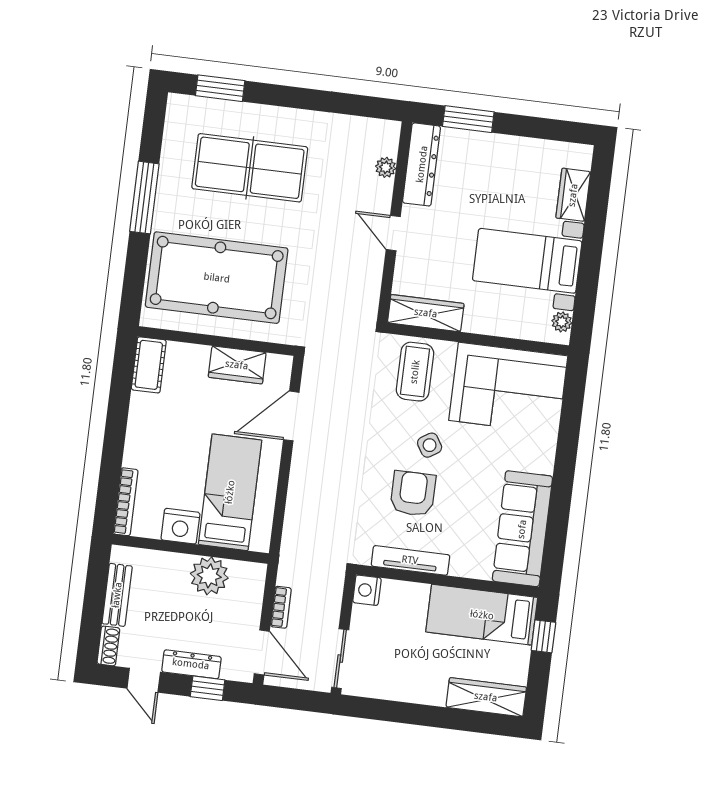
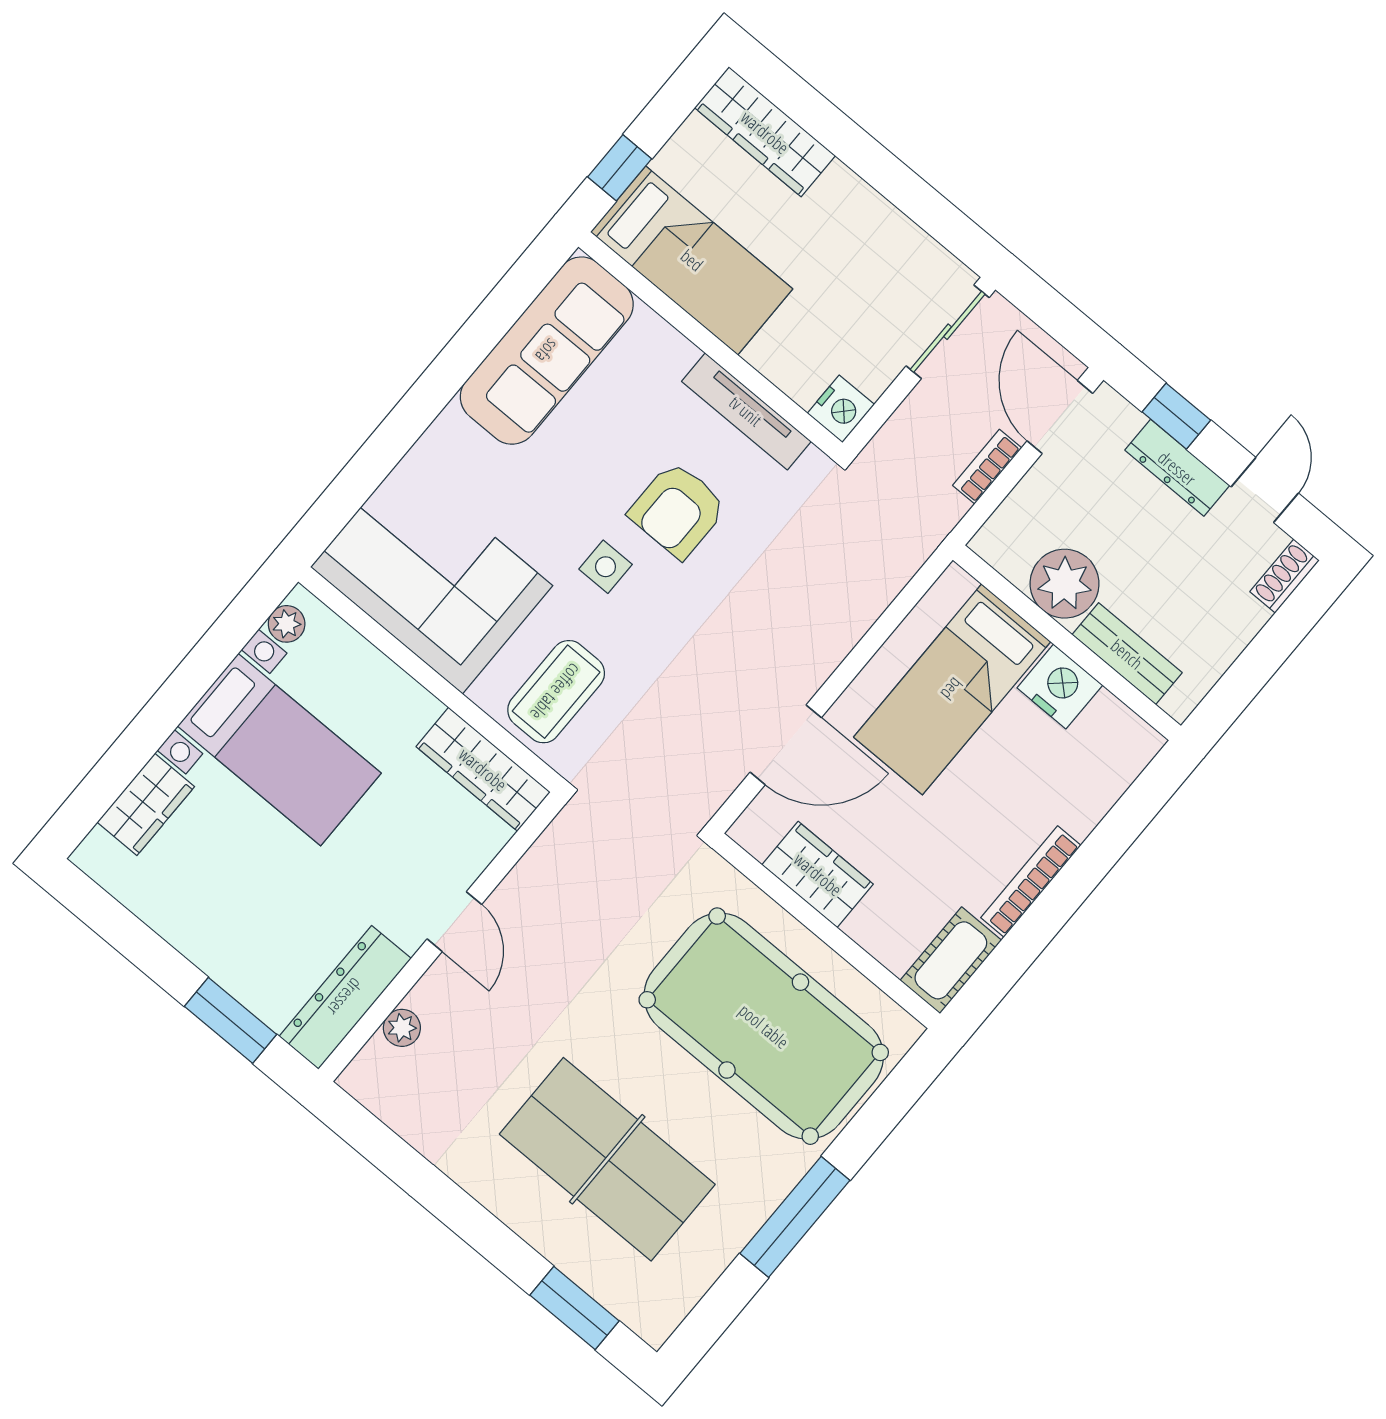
side table: (430, 445) -> (606, 567), turned 32
bookcase: (126, 502) -> (1031, 882), moved
bench: (117, 595) -> (1127, 654), moved, turned 90

